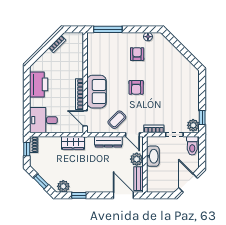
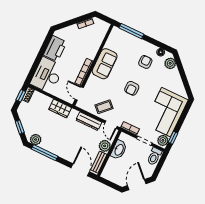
plant: (163, 43) -> (170, 63), added
sofa: (97, 92) -> (105, 64), moved
corner sofa: (183, 95) -> (166, 112), added
desk: (43, 120) -> (47, 75), width x1.37
window: (79, 195) -> (45, 153), width x2.17

